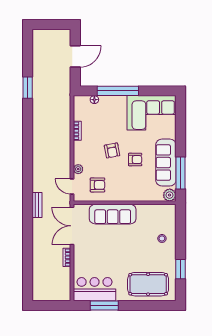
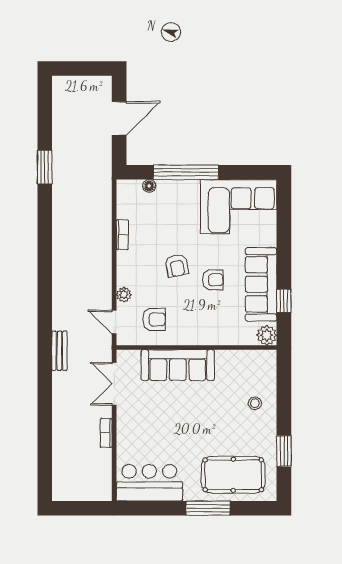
window: (180, 173) -> (284, 301), width x0.46
double door: (72, 226) -> (114, 384), width x0.73
window: (104, 306) -> (208, 508), moved

